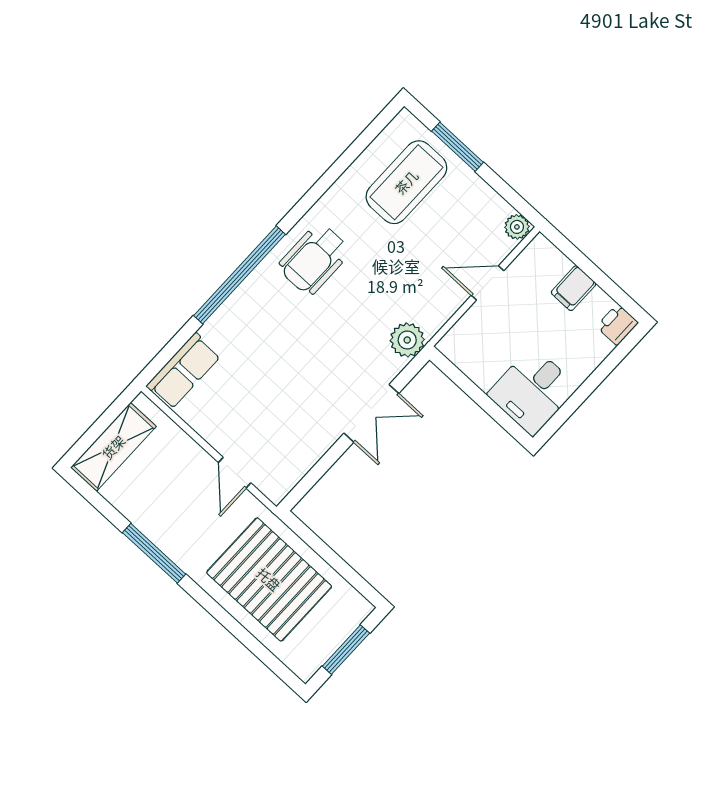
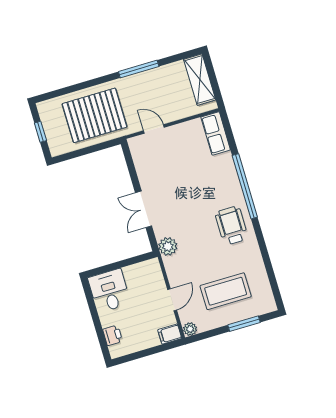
coffee table: (406, 182) -> (226, 291), moved, turned 90
filing cabinet: (574, 288) -> (170, 334), moved, turned -90
printer: (617, 325) -> (113, 335), moved
window: (346, 650) -> (40, 132), width x0.67

